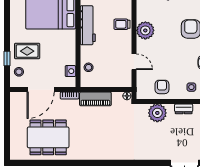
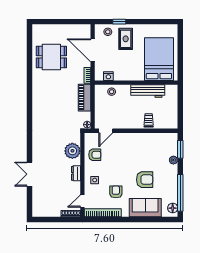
plant: (145, 30) -> (143, 140), removed
door: (134, 62) -> (106, 131), moved
dining table: (48, 137) -> (51, 57), width x0.73

